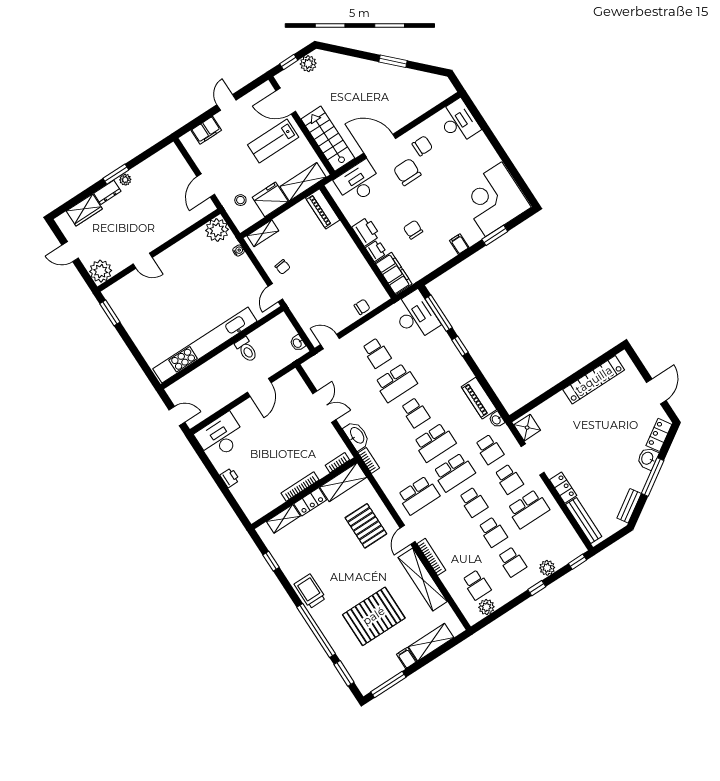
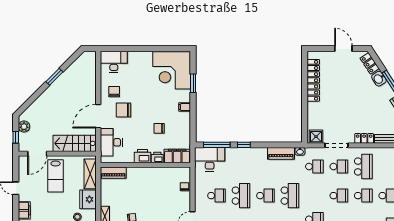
school desk: (454, 472) -> (314, 196), removed

